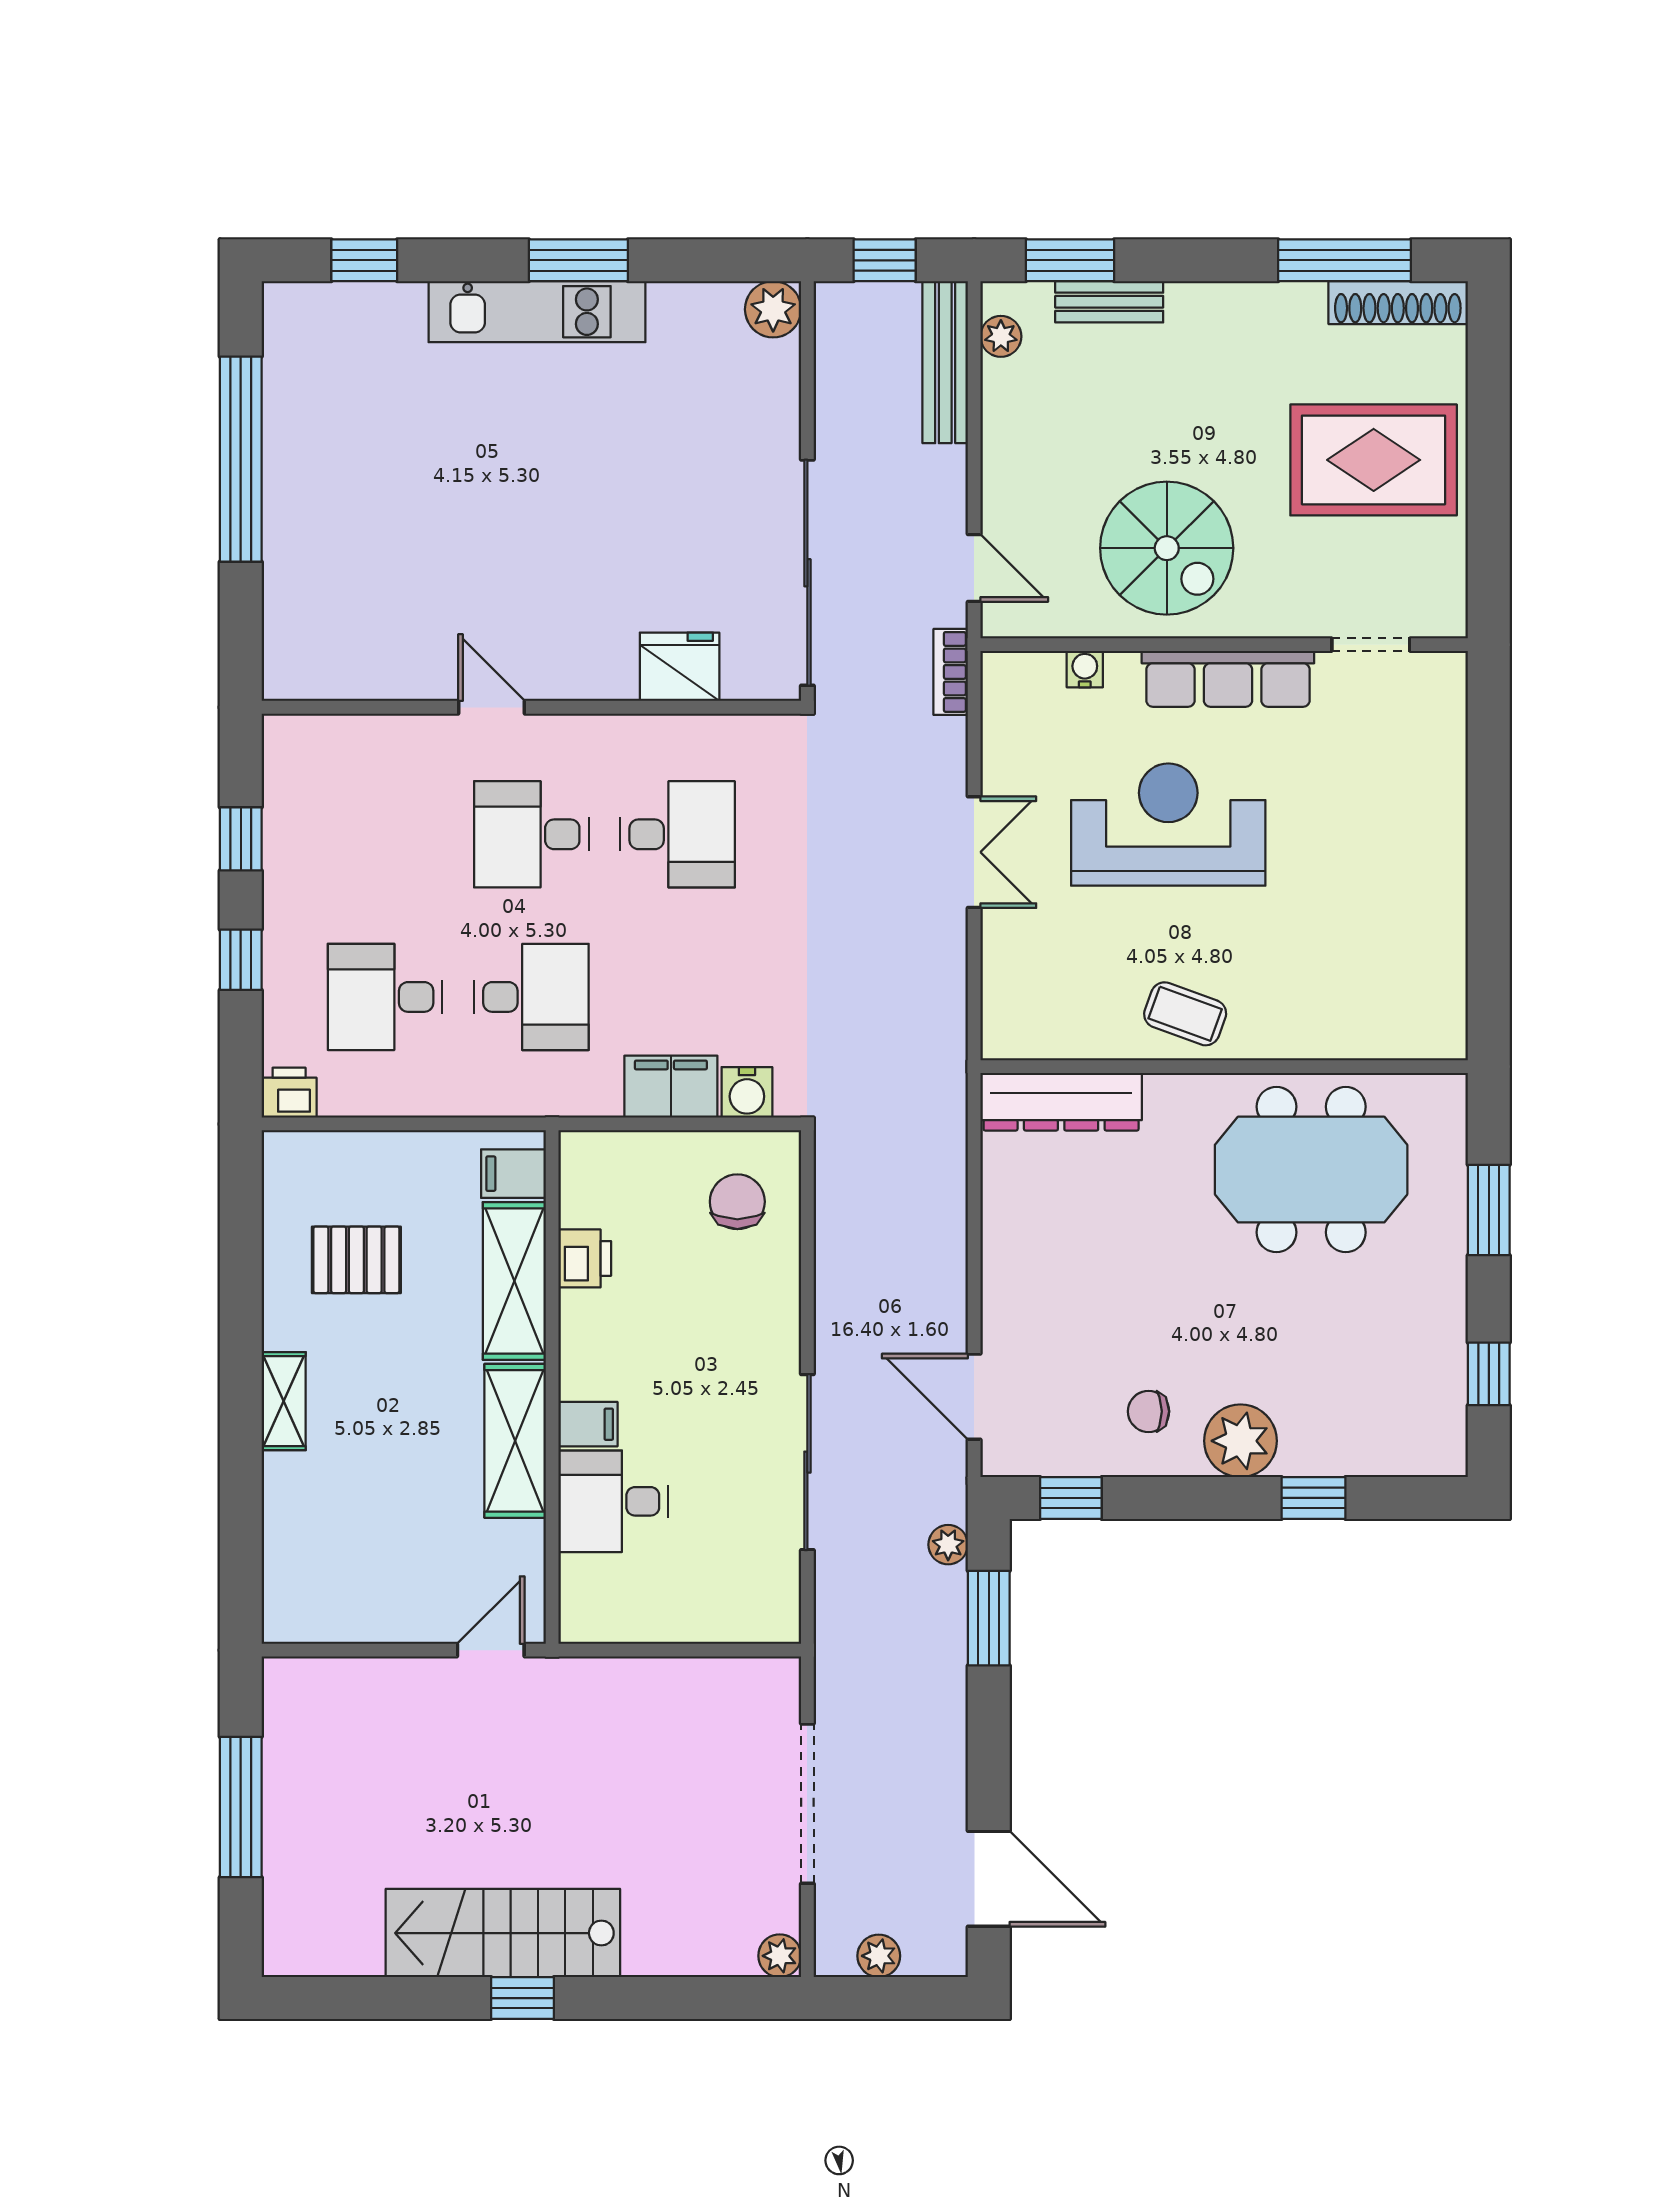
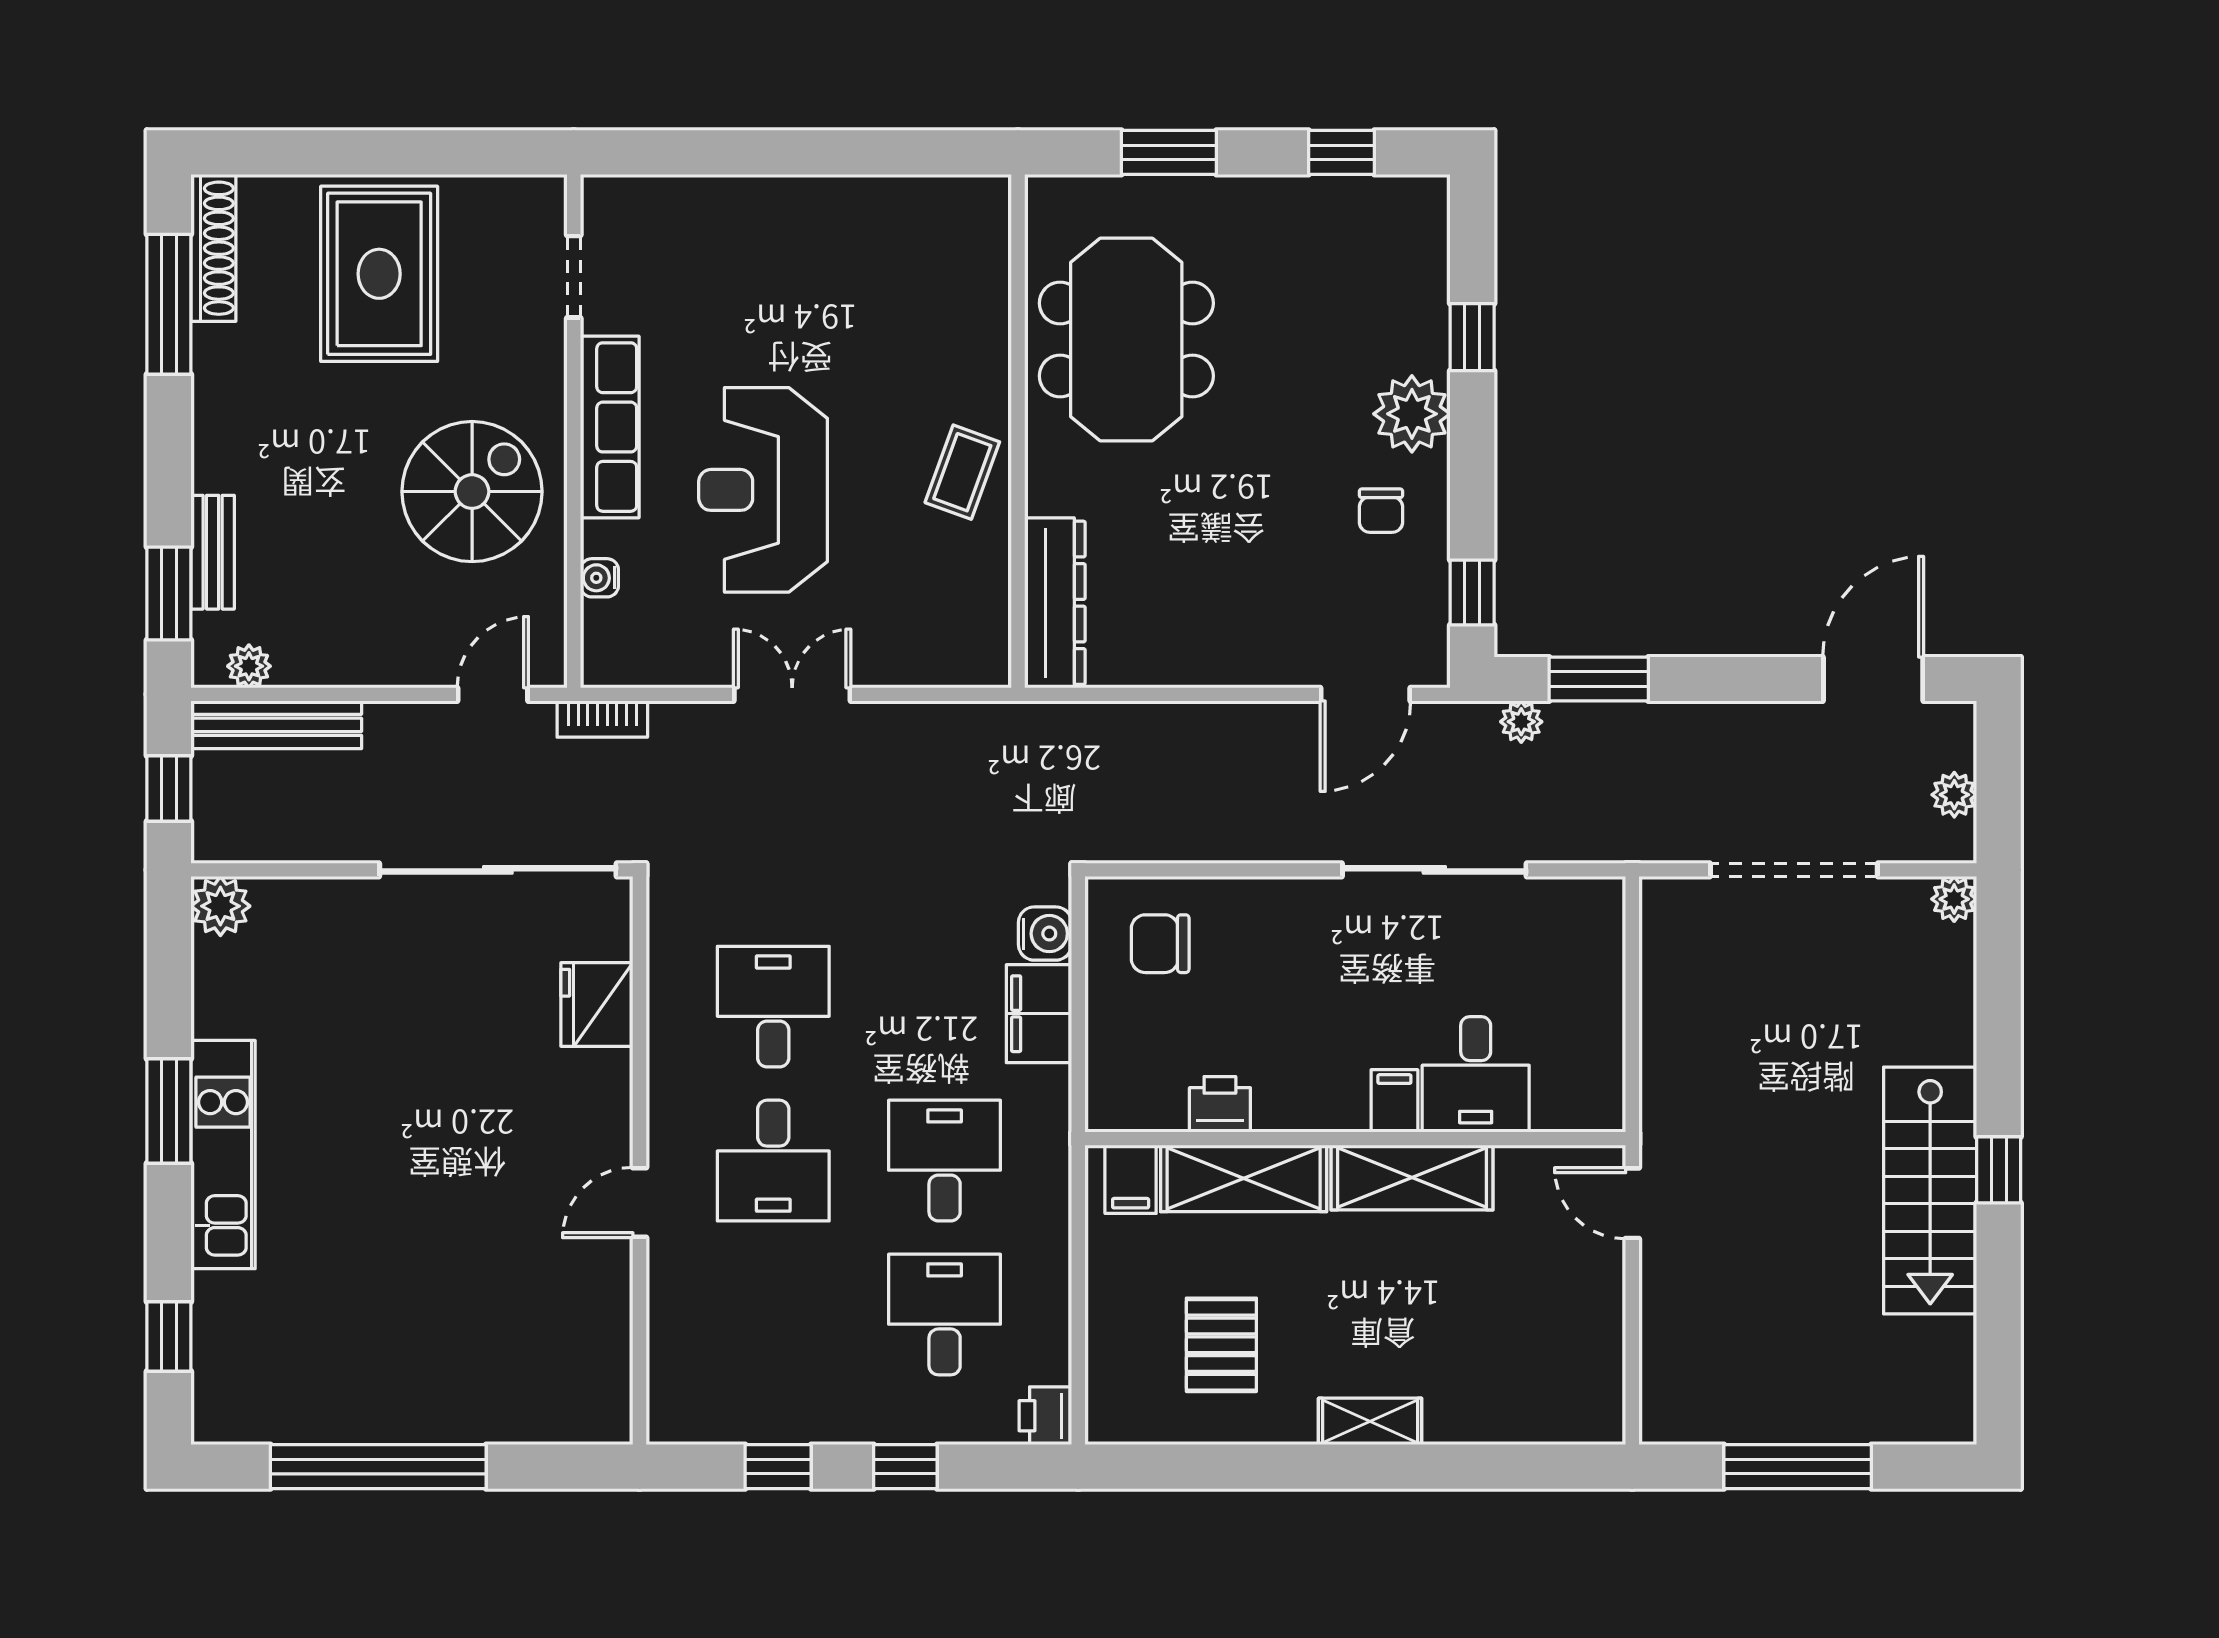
desk: (385, 997) -> (945, 1315), turned 180

